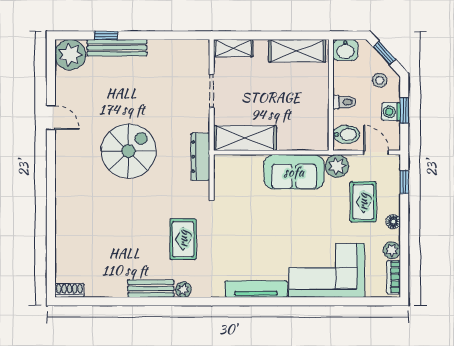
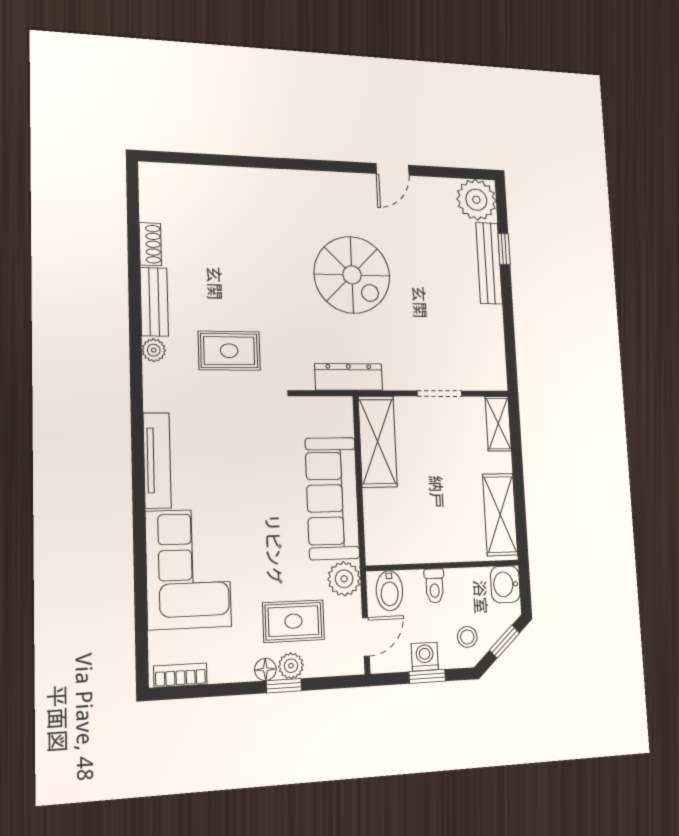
sofa: (294, 172) -> (332, 498), width x1.36
window: (404, 182) -> (284, 686), moved
plant: (392, 250) -> (291, 666), moved
shoe rack: (69, 290) -> (150, 244), moved

